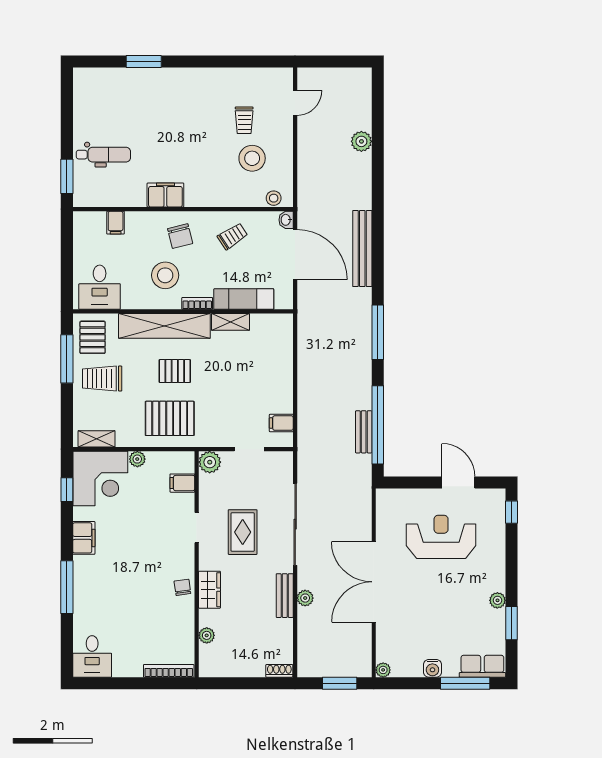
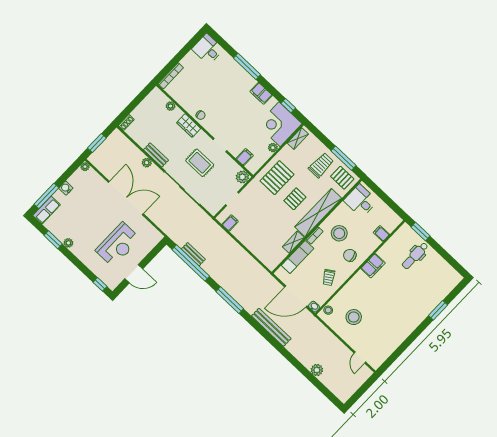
trolley: (244, 120) -> (373, 329), removed

